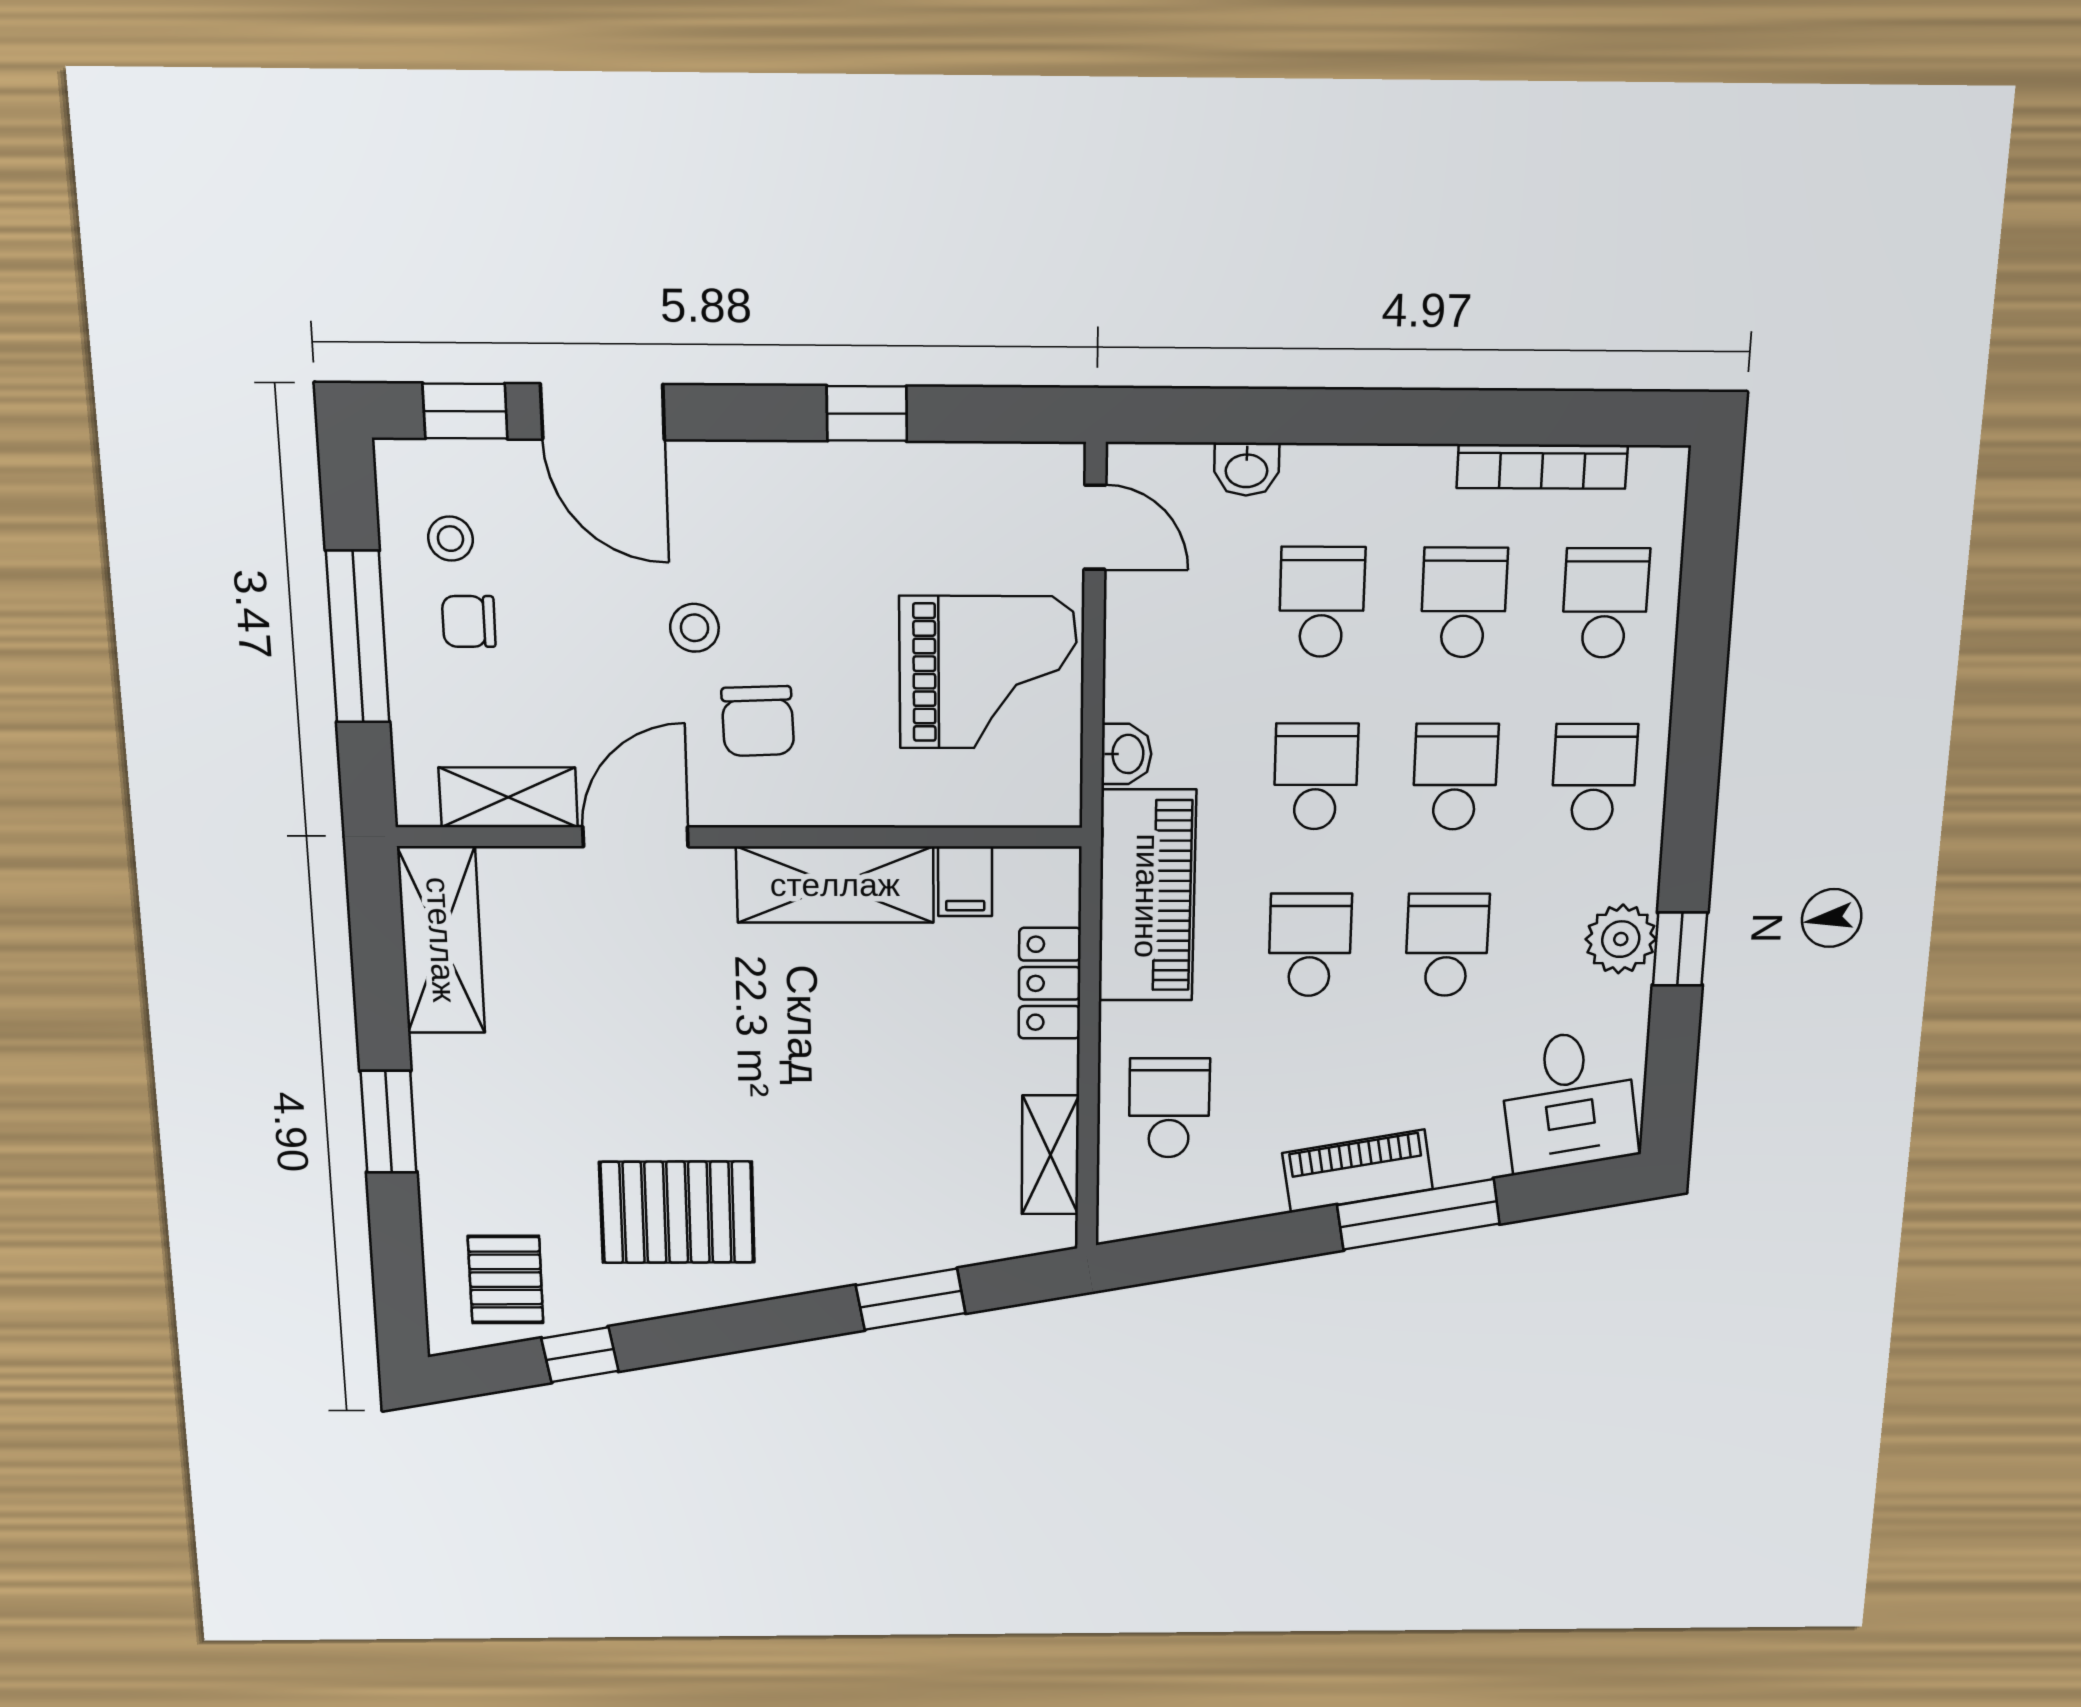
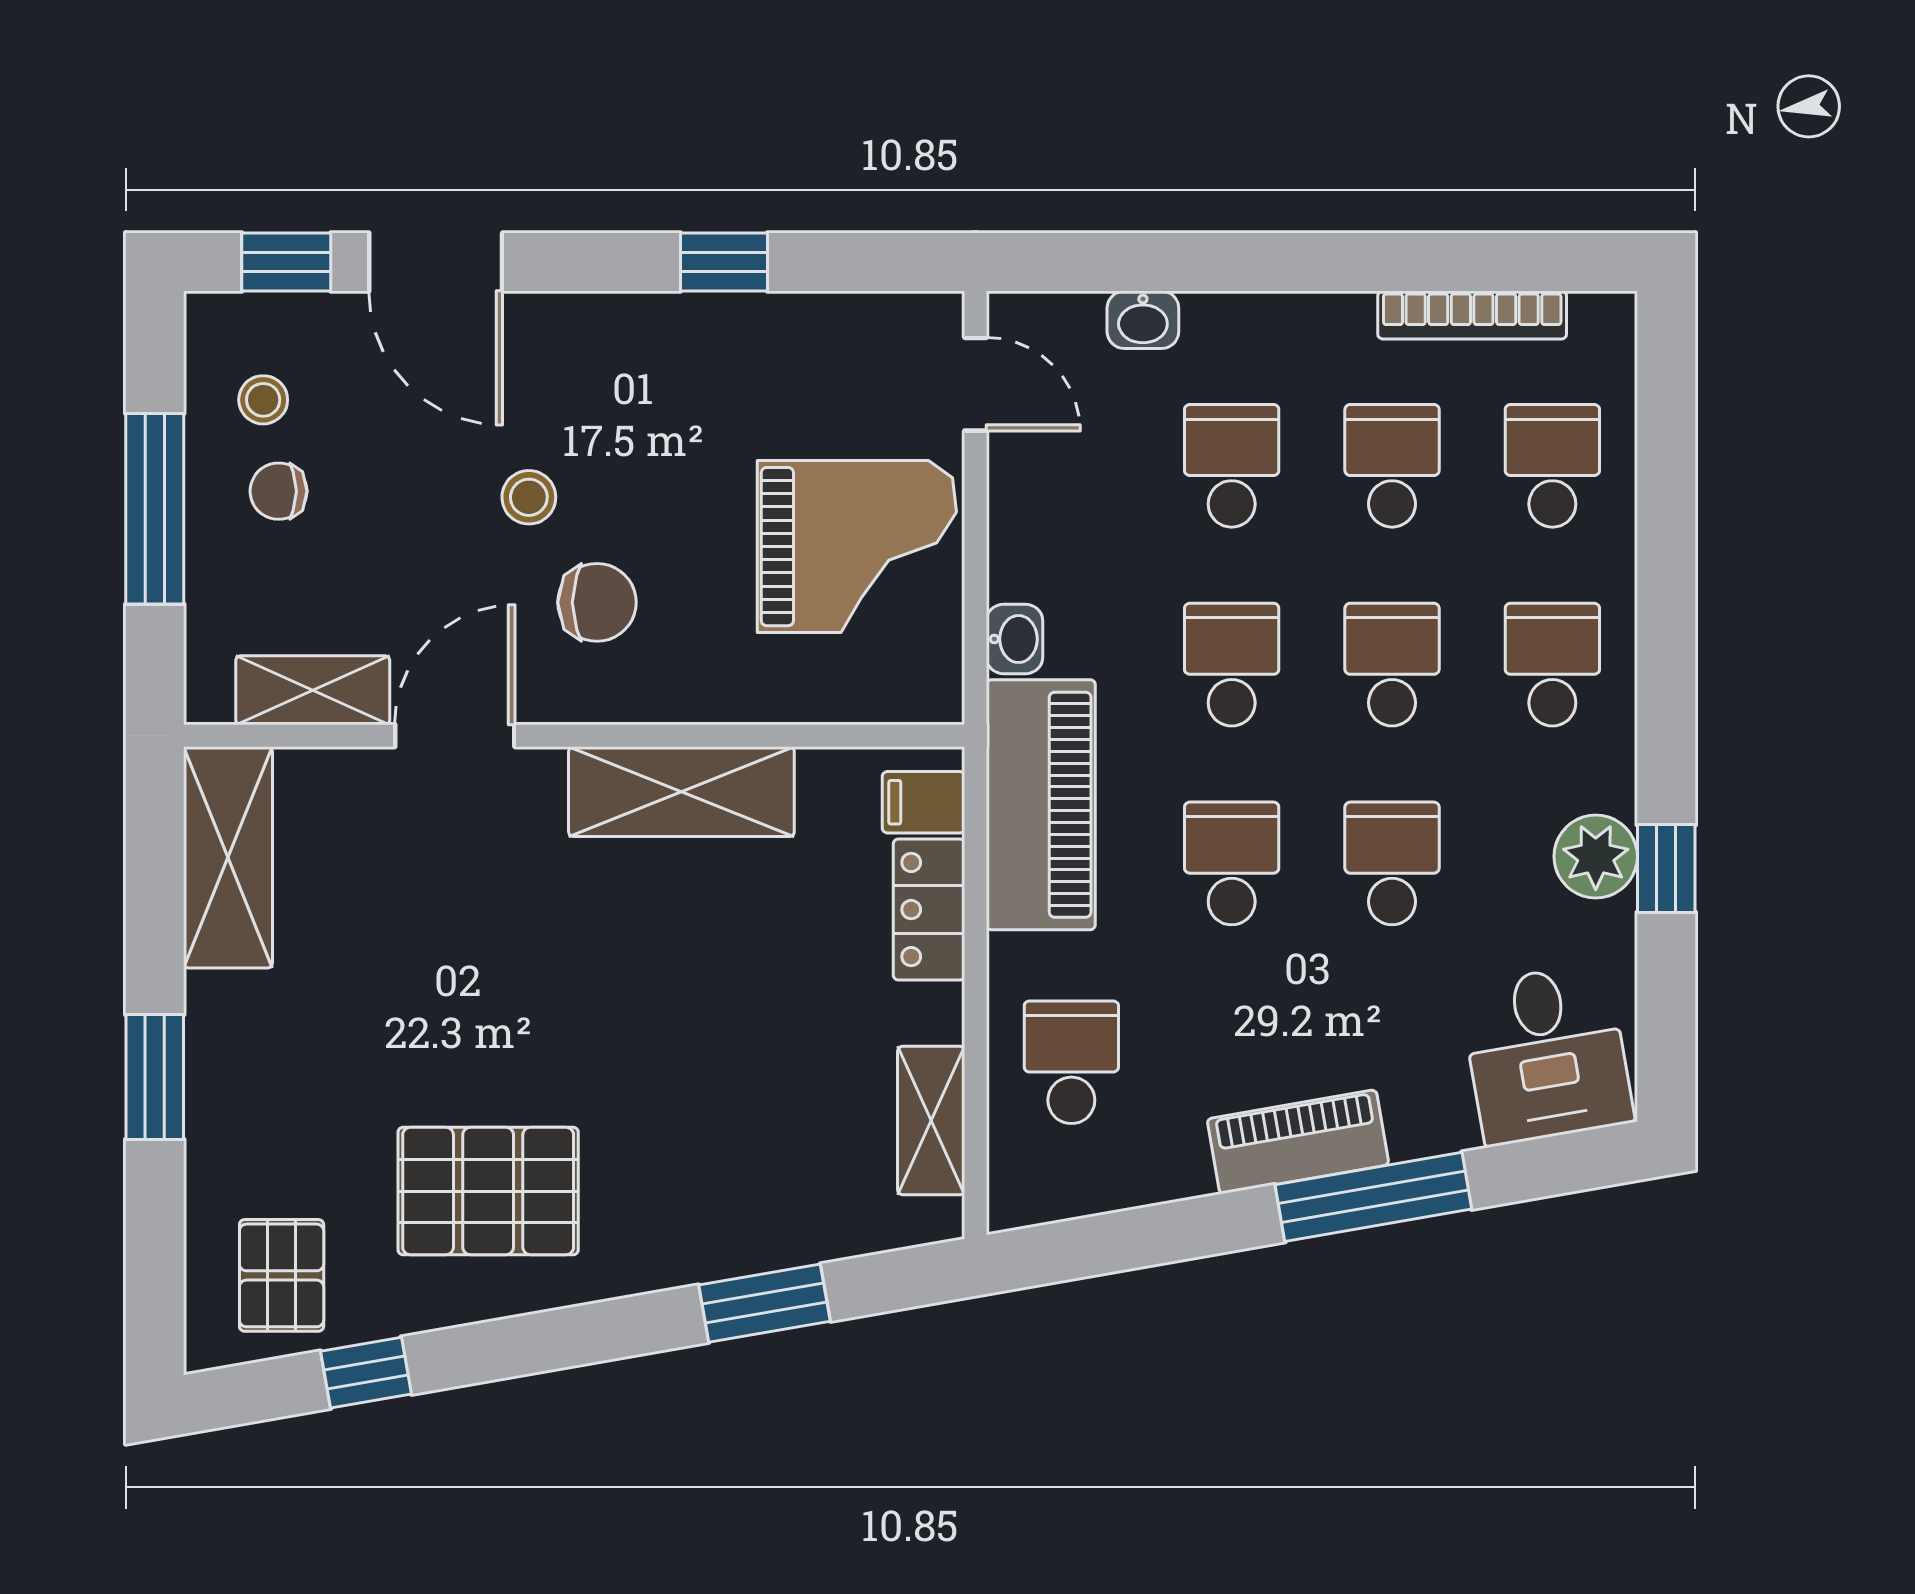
chair: (758, 721) -> (597, 602), turned -88
filing cabinet: (965, 881) -> (924, 802), moved, turned 90

